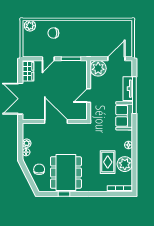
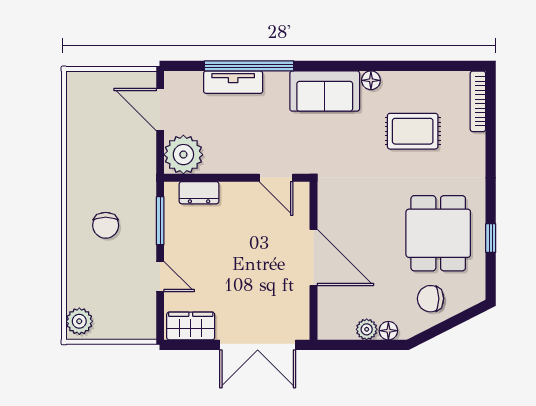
chair: (53, 33) -> (106, 225), moved
dresser: (83, 75) -> (199, 193), added
door: (89, 96) -> (276, 178), moved
sofa: (124, 116) -> (325, 91), moved
door: (56, 121) -> (314, 257), swing flipped
plant: (125, 164) -> (418, 89), removed
dining table: (66, 172) -> (438, 233), width x0.73

